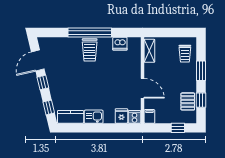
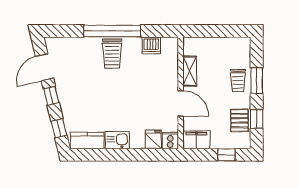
shelving: (149, 51) -> (190, 71), moved
trolley: (185, 54) -> (238, 81), moved
filing cabinet: (149, 116) -> (196, 140), width x2.00

